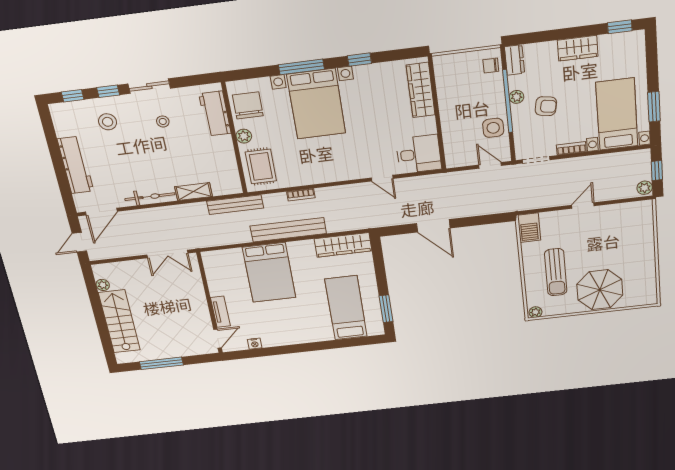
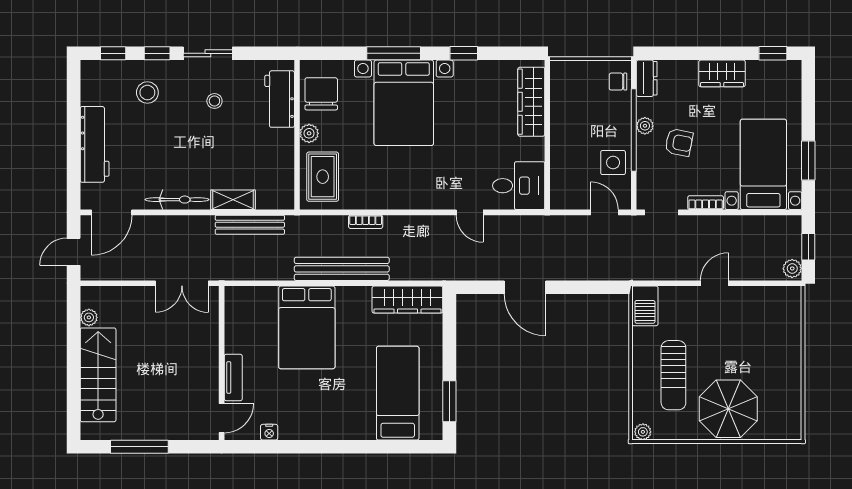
bench: (235, 205) -> (250, 225), moved

